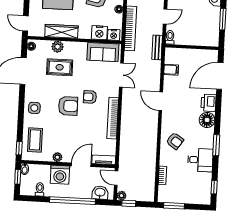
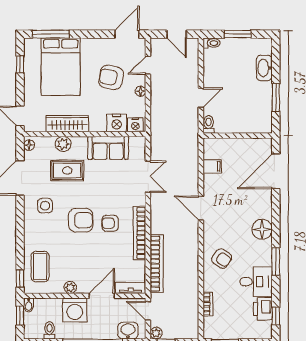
bookcase: (130, 28) -> (157, 264), moved
bench: (157, 47) -> (193, 138), removed
sofa: (103, 52) -> (108, 148), moved
armchair: (90, 97) -> (110, 223), moved
printer: (208, 103) -> (263, 309), moved
side table: (34, 108) -> (45, 206), moved

